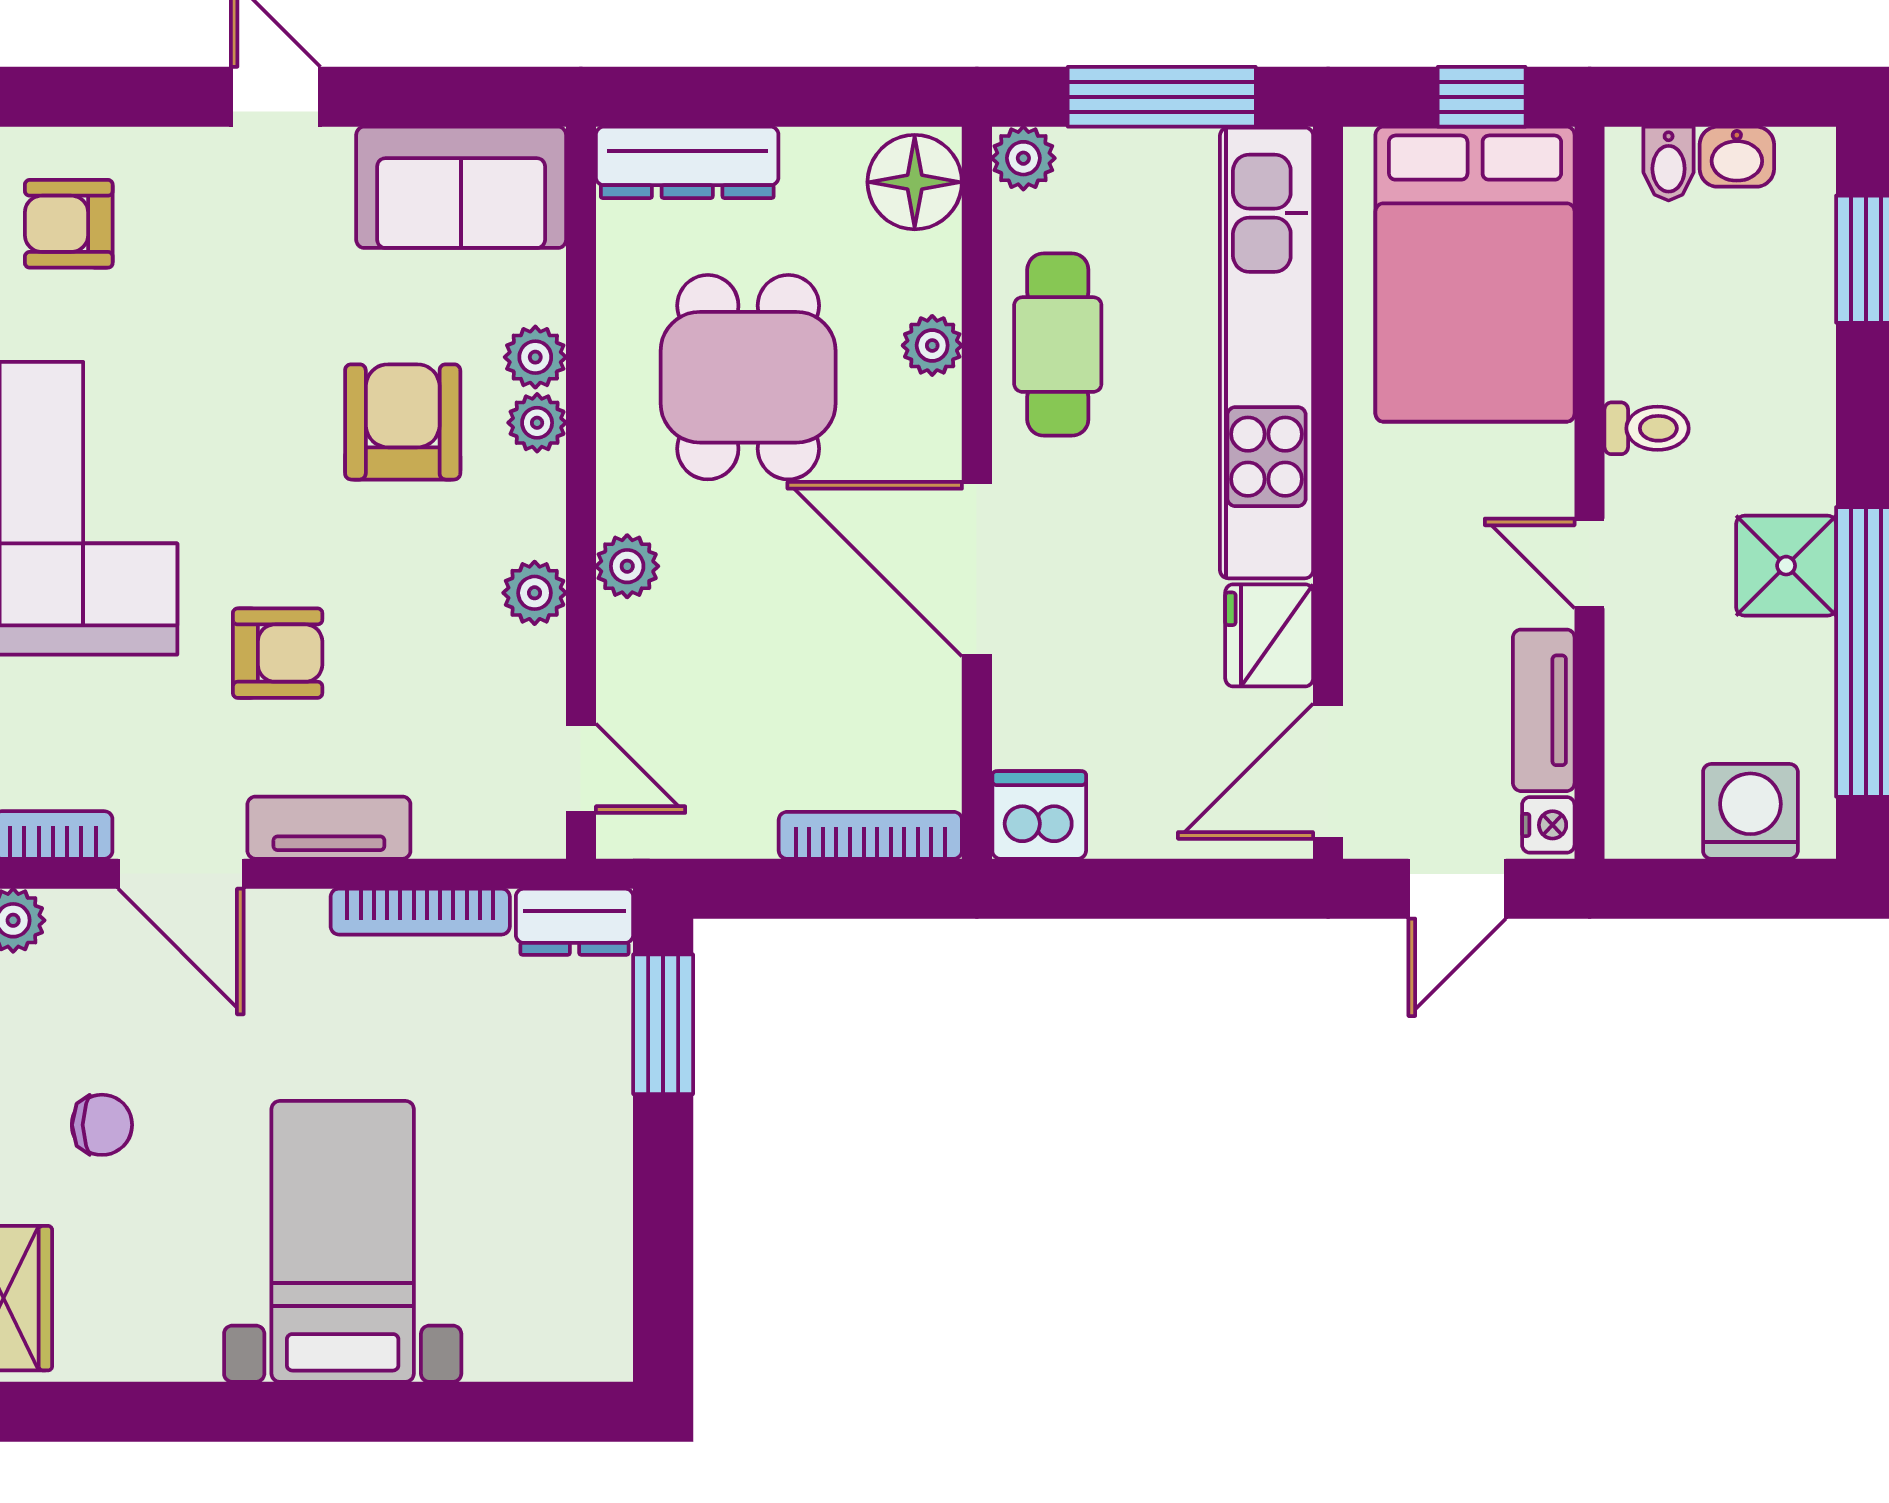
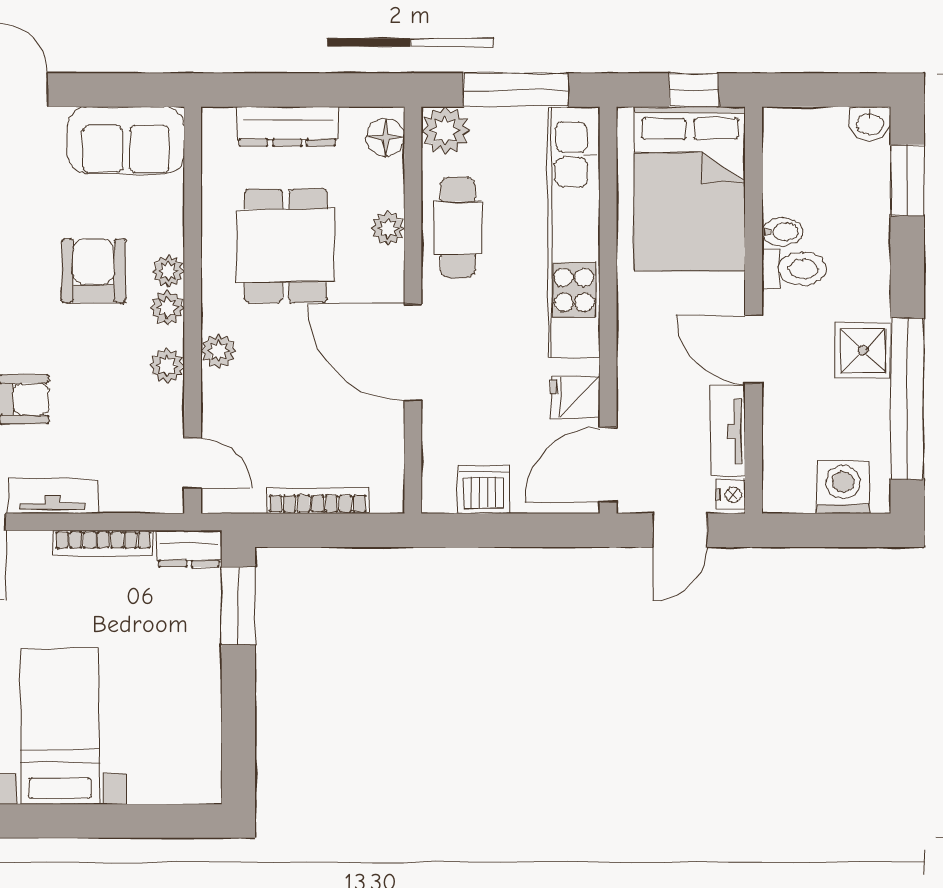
washbasin: (1737, 157) -> (870, 123), moved
plant: (1023, 158) -> (445, 131), width x1.38, depth x1.38
dresser: (687, 162) -> (287, 126), moved
bidet: (1669, 164) -> (782, 232), moved, turned -90
floor lamp: (915, 182) -> (385, 137), width x0.73, depth x0.73
plant: (535, 357) -> (167, 308), moved
toilet: (1647, 428) -> (794, 269), width x1.37, depth x1.39
door: (1590, 563) -> (753, 349), width x1.38
fridge: (1269, 635) -> (575, 397), width x0.72
dishwasher: (1039, 815) -> (484, 489), moved
bookcase: (870, 835) -> (318, 501), moved

